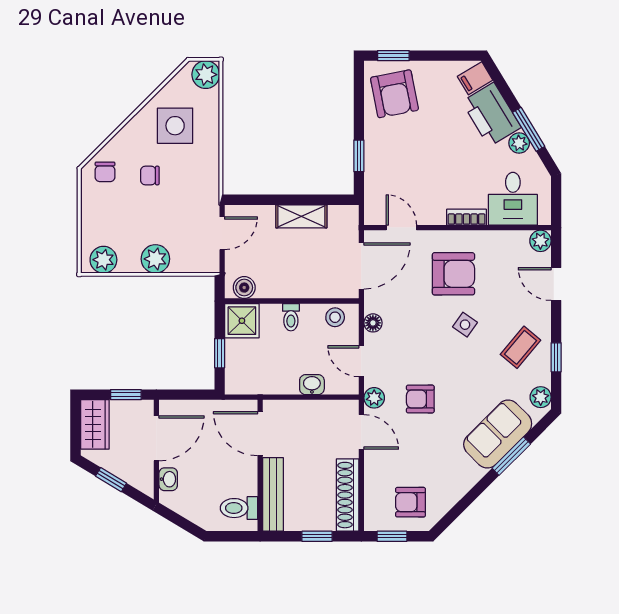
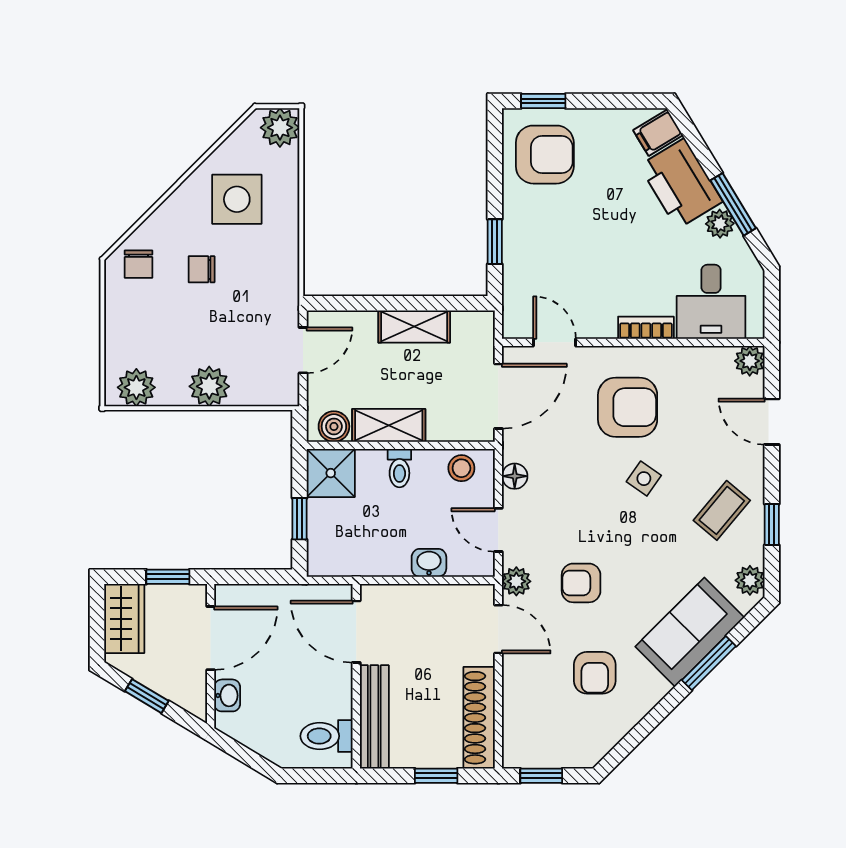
armchair: (394, 94) -> (545, 155), turned -79
shelving: (283, 287) -> (389, 425), added
armchair: (410, 502) -> (595, 673), moved, turned -90

